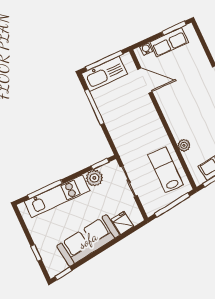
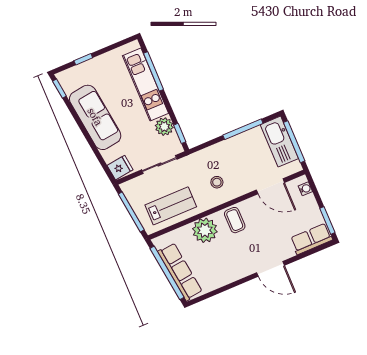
row of seats: (169, 42) -> (311, 239), moved, turned 90
door: (145, 81) -> (270, 186), hinge flipped
coffee table: (176, 112) -> (235, 220), added
stool: (143, 129) -> (217, 182), added
plant: (184, 145) -> (205, 230), width x1.88, depth x1.88
fridge: (122, 223) -> (120, 168), moved

